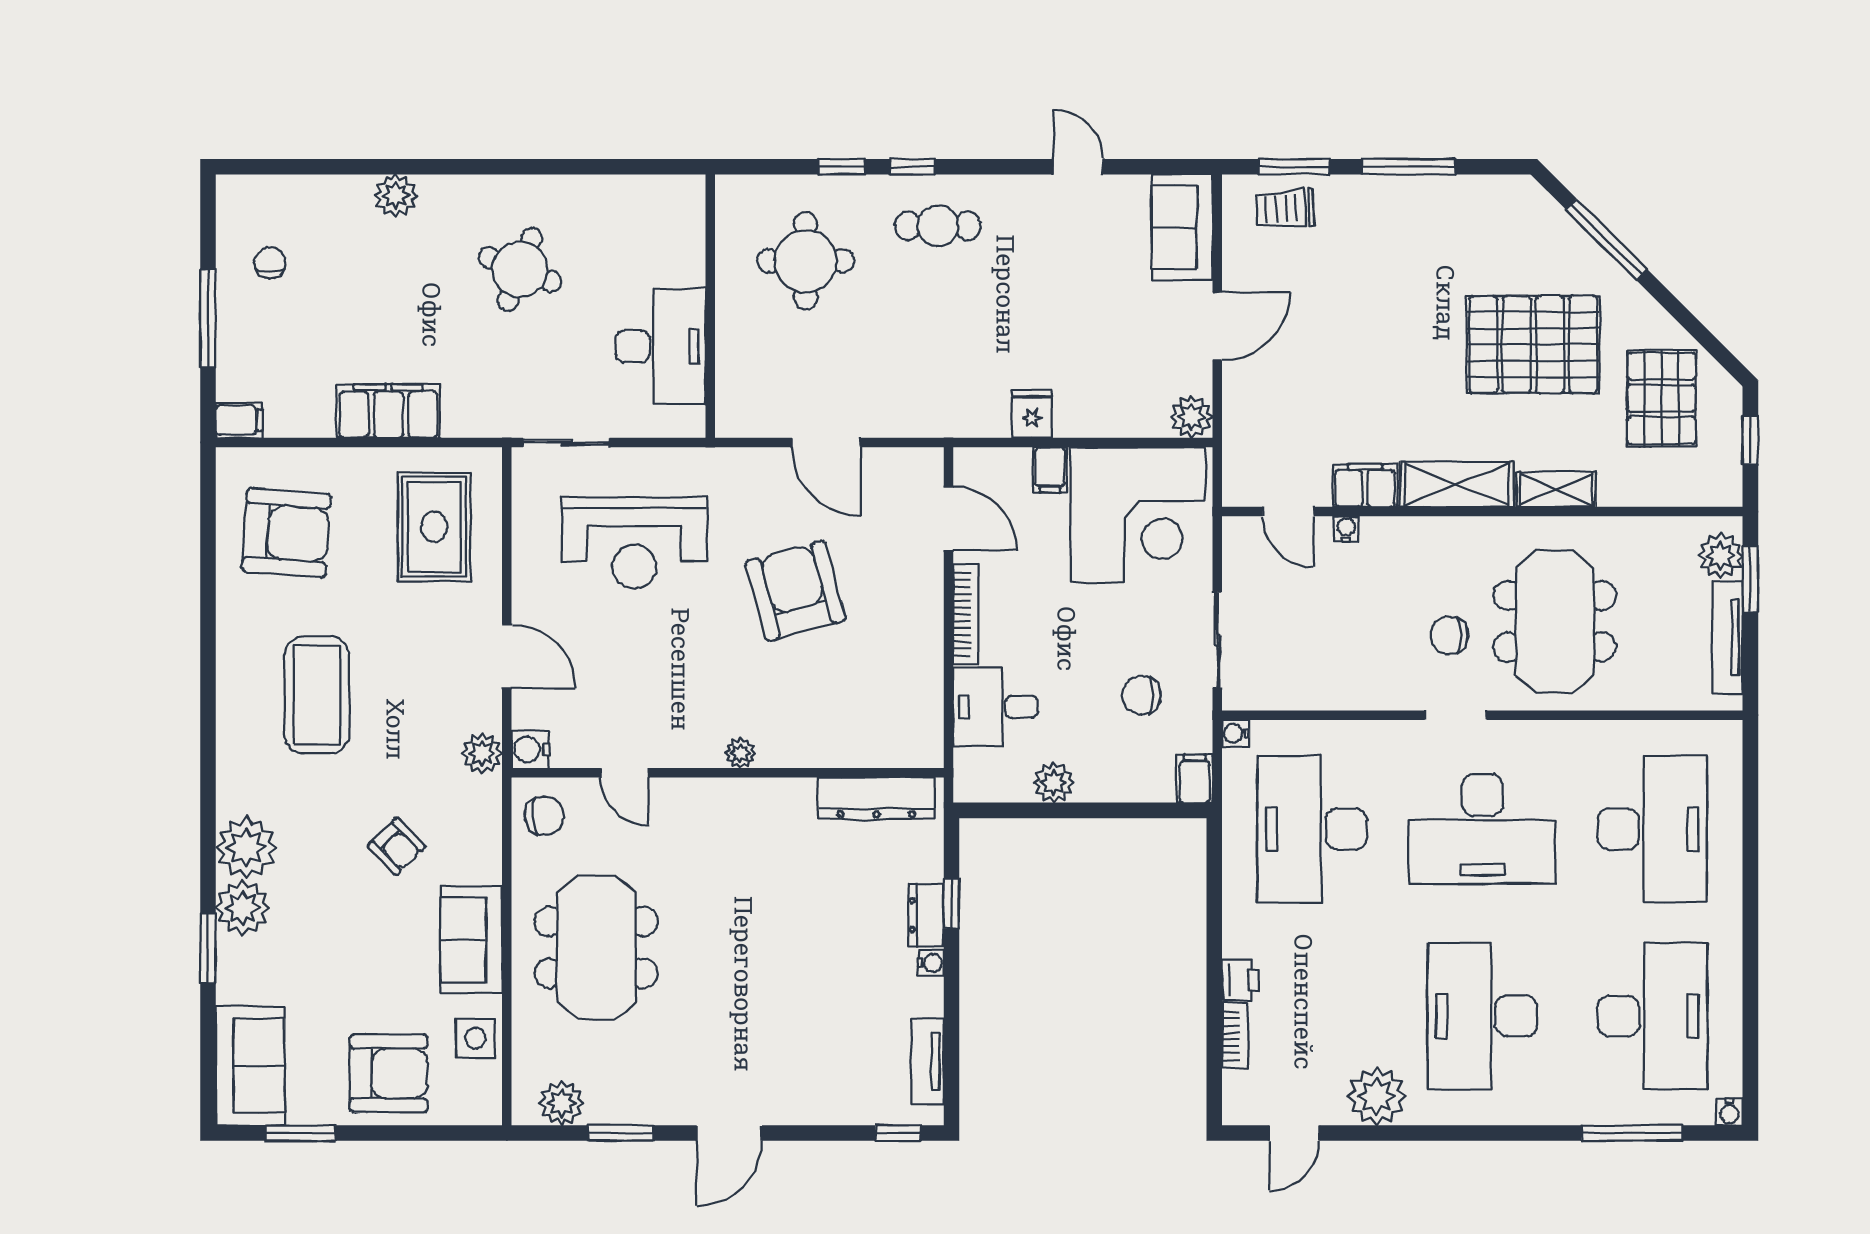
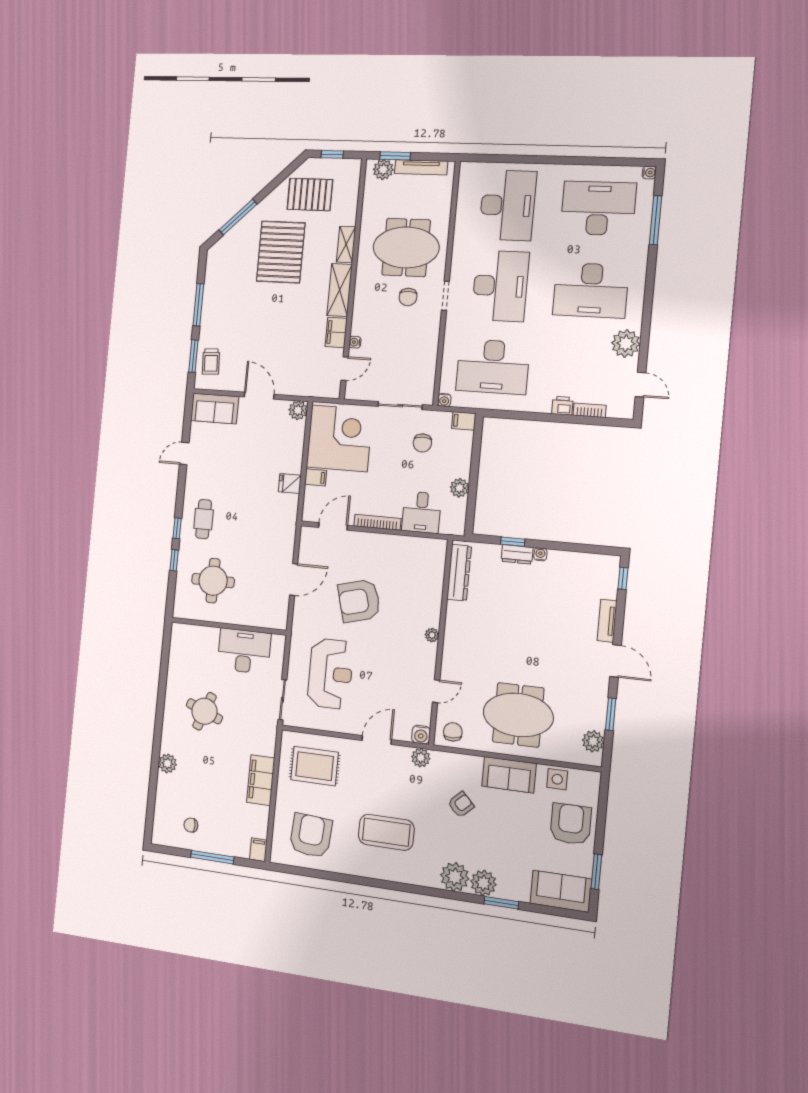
desk: (1652, 829) -> (508, 205), turned 90
tv unit: (928, 1061) -> (607, 621), moved, turned 90

